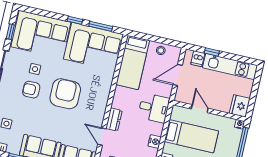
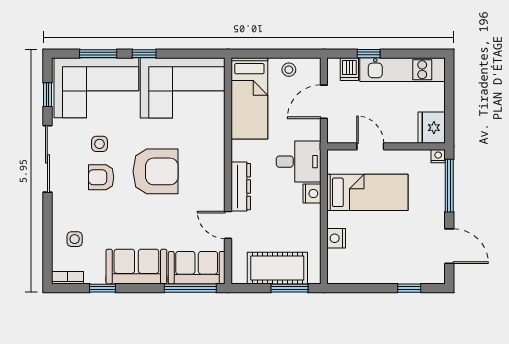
window: (101, 26) -> (98, 54), moved
armchair: (65, 94) -> (156, 171), turned 90
dresser: (114, 120) -> (241, 187), width x1.44
nightstand: (155, 141) -> (312, 193), moved

